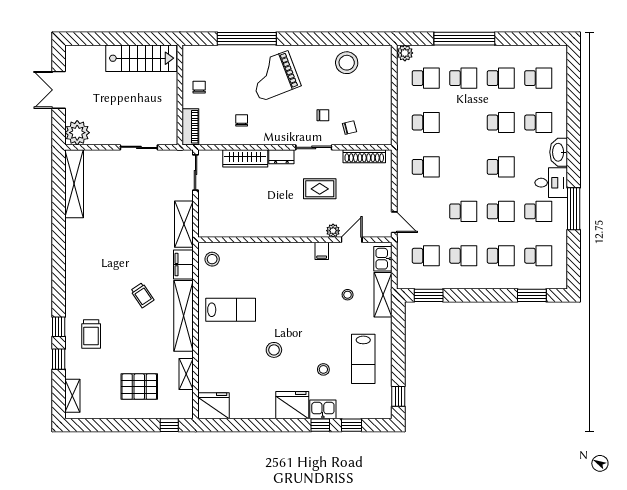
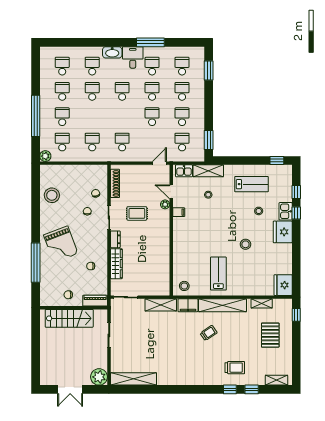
stairs: (141, 58) -> (69, 318), moved, turned 90
rug: (320, 189) -> (137, 213), turned 90

